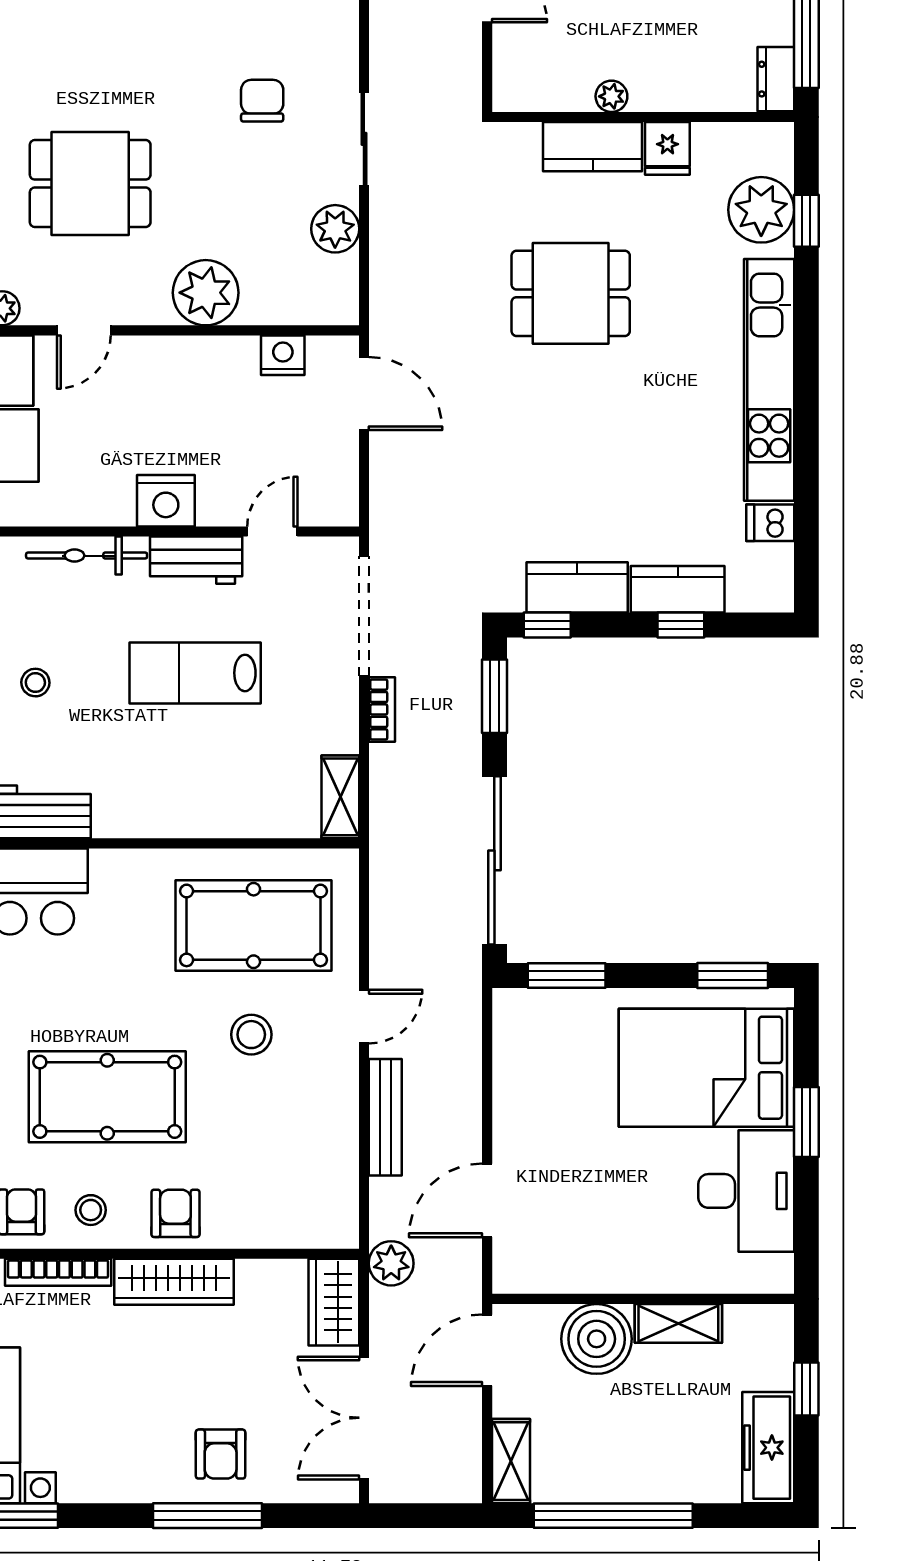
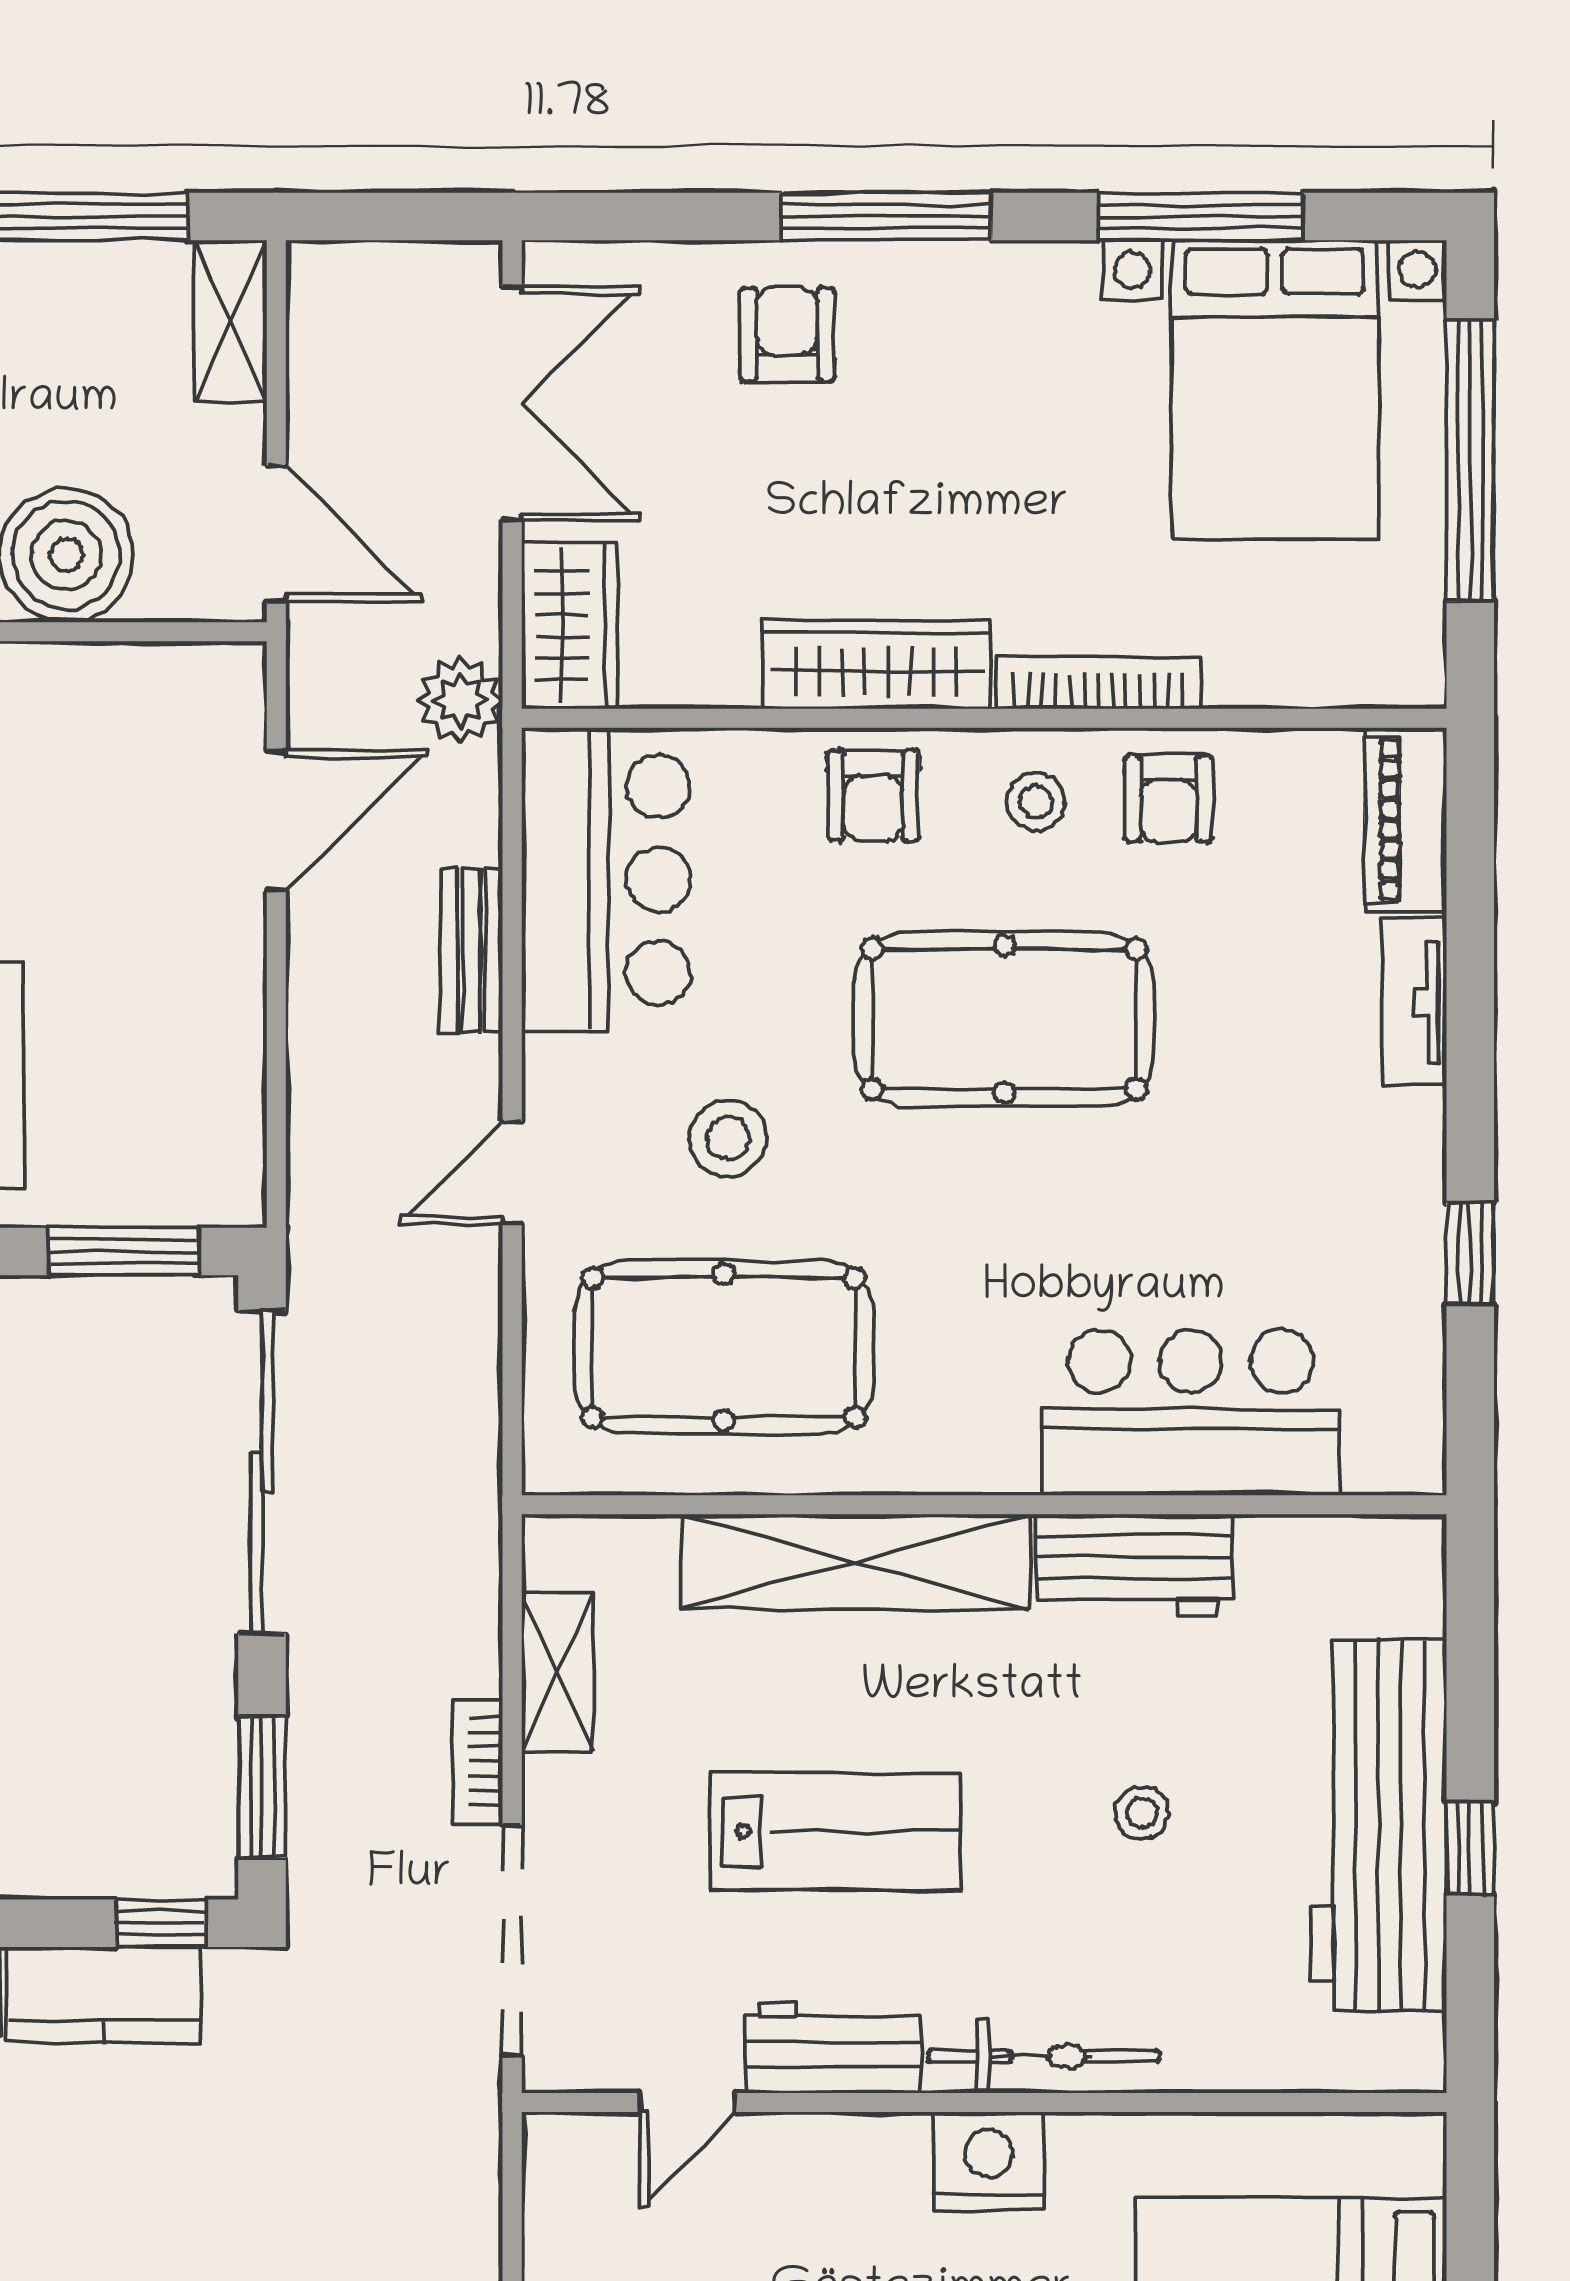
nightstand: (166, 501) -> (989, 2161), moved
shelving: (340, 797) -> (557, 1673), moved
shelving: (185, 814) -> (855, 1562), added
bench: (385, 1117) -> (471, 950), width x0.73
bar counter: (315, 1170) -> (606, 880), added
door: (487, 1350) -> (276, 533), hinge flipped
window: (208, 1516) -> (887, 216), moved

